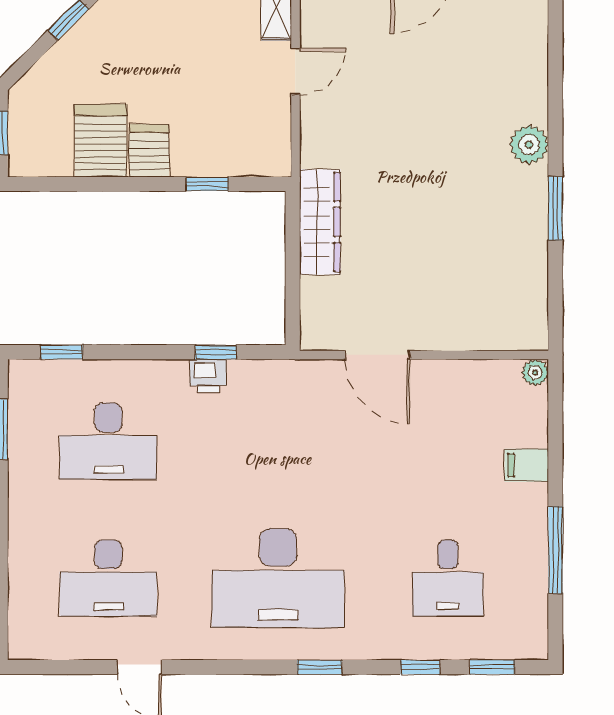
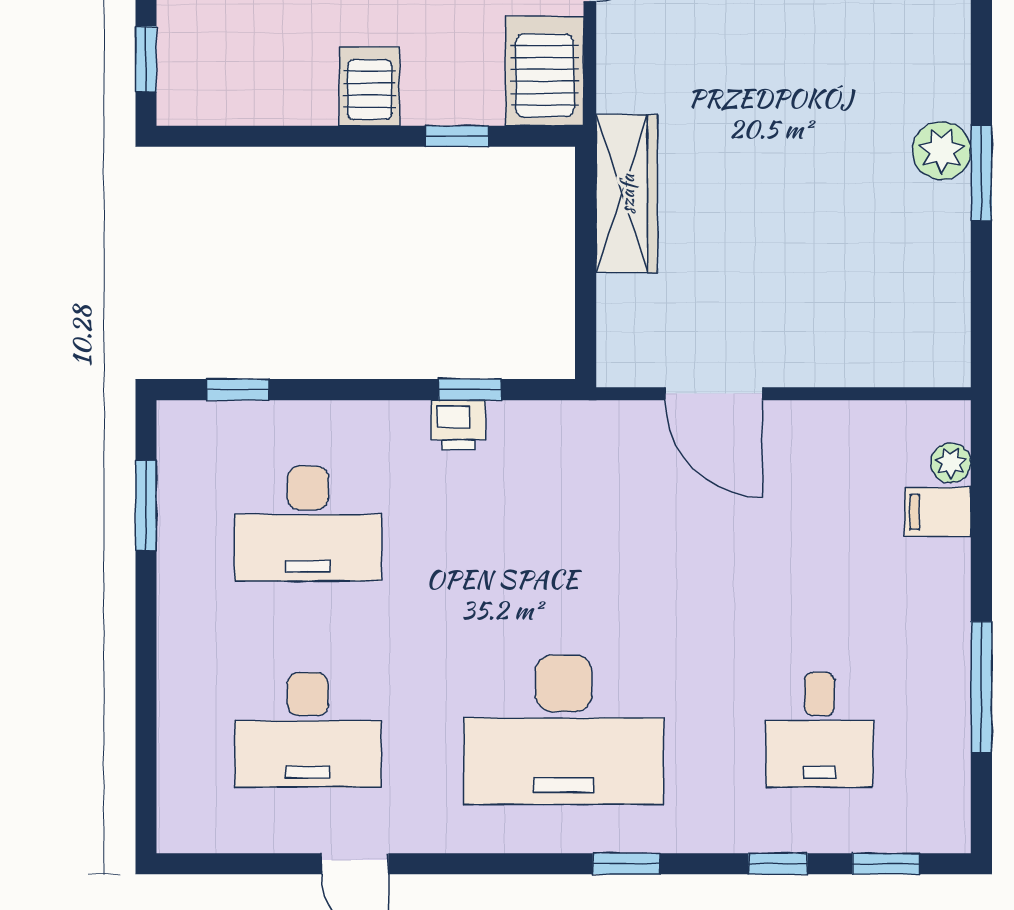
server rack: (101, 141) -> (545, 71), moved
plant: (529, 145) -> (942, 151), moved
plant: (535, 372) -> (951, 463), moved
filing cabinet: (527, 465) -> (938, 512), moved

